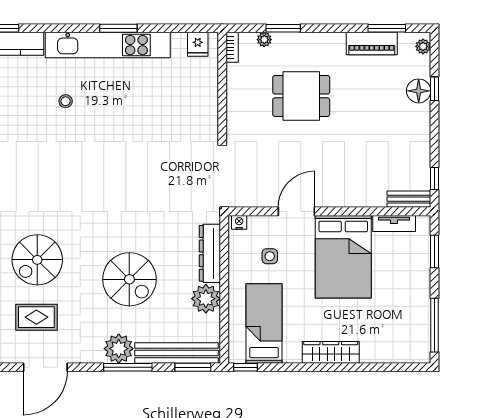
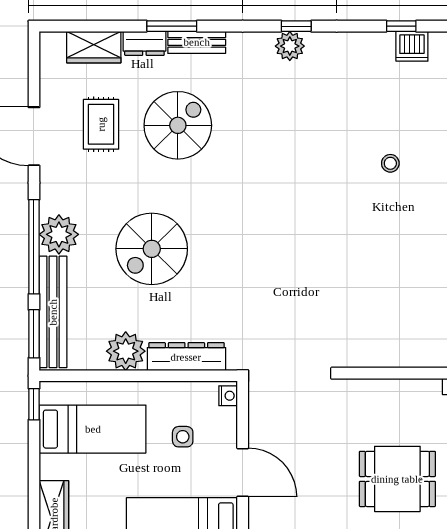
dining table: (301, 96) -> (397, 479), turned 90
spiral stairs: (37, 260) -> (178, 125), turned 90
window: (128, 367) -> (34, 247), width x1.46

